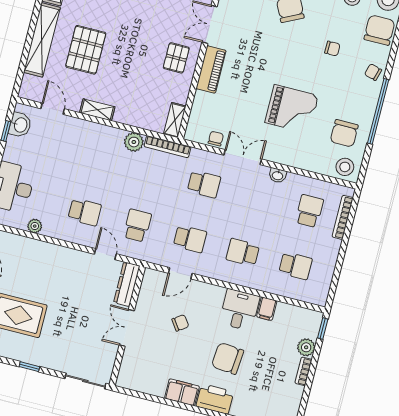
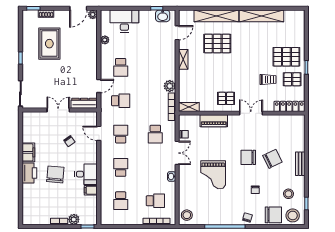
piano: (211, 69) -> (214, 121), moved
chair: (344, 133) -> (248, 157), moved
school desk: (190, 239) -> (121, 134), turned 180

